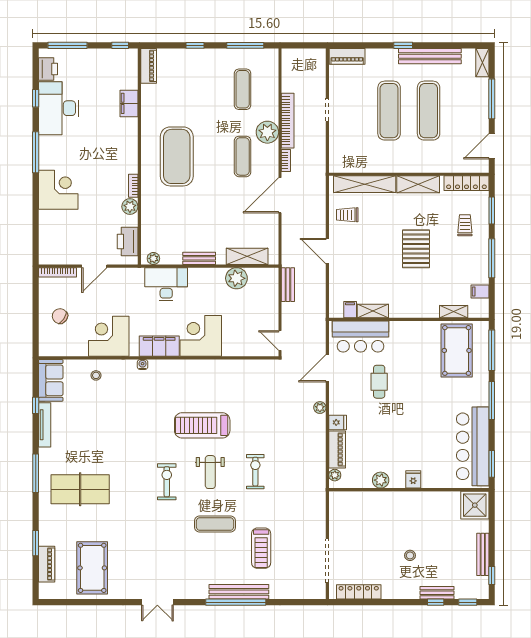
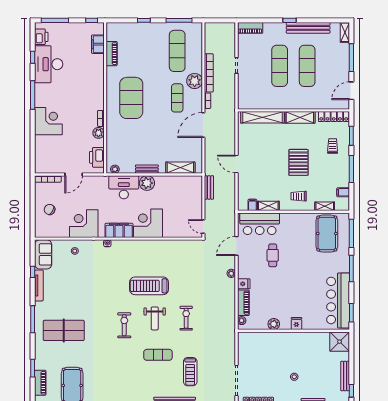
piano: (149, 66) -> (112, 54), moved
exercise mat: (243, 89) -> (177, 51), width x1.36, depth x1.45
filing cabinet: (129, 103) -> (98, 44), moved
trolley: (347, 215) -> (299, 196), moved
plant: (236, 278) -> (147, 183), moved

